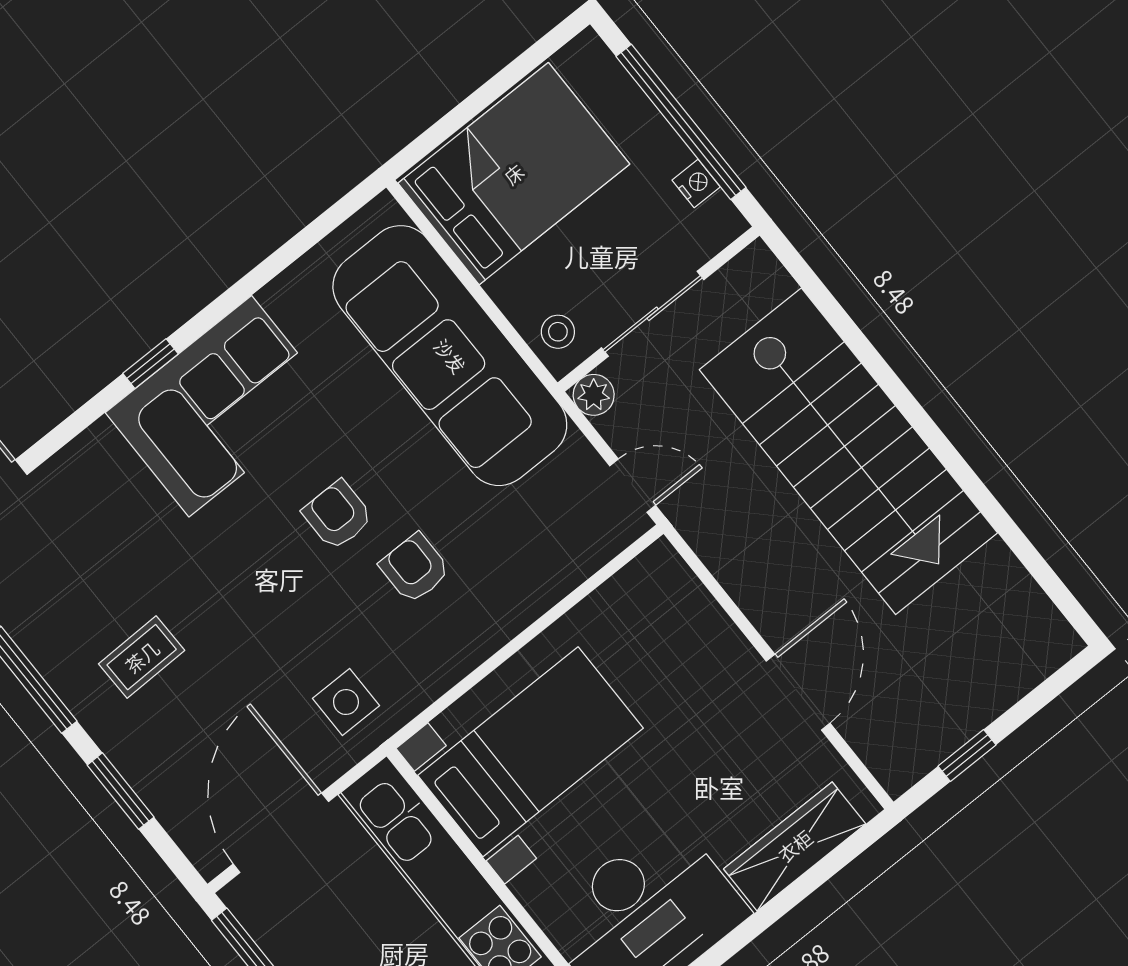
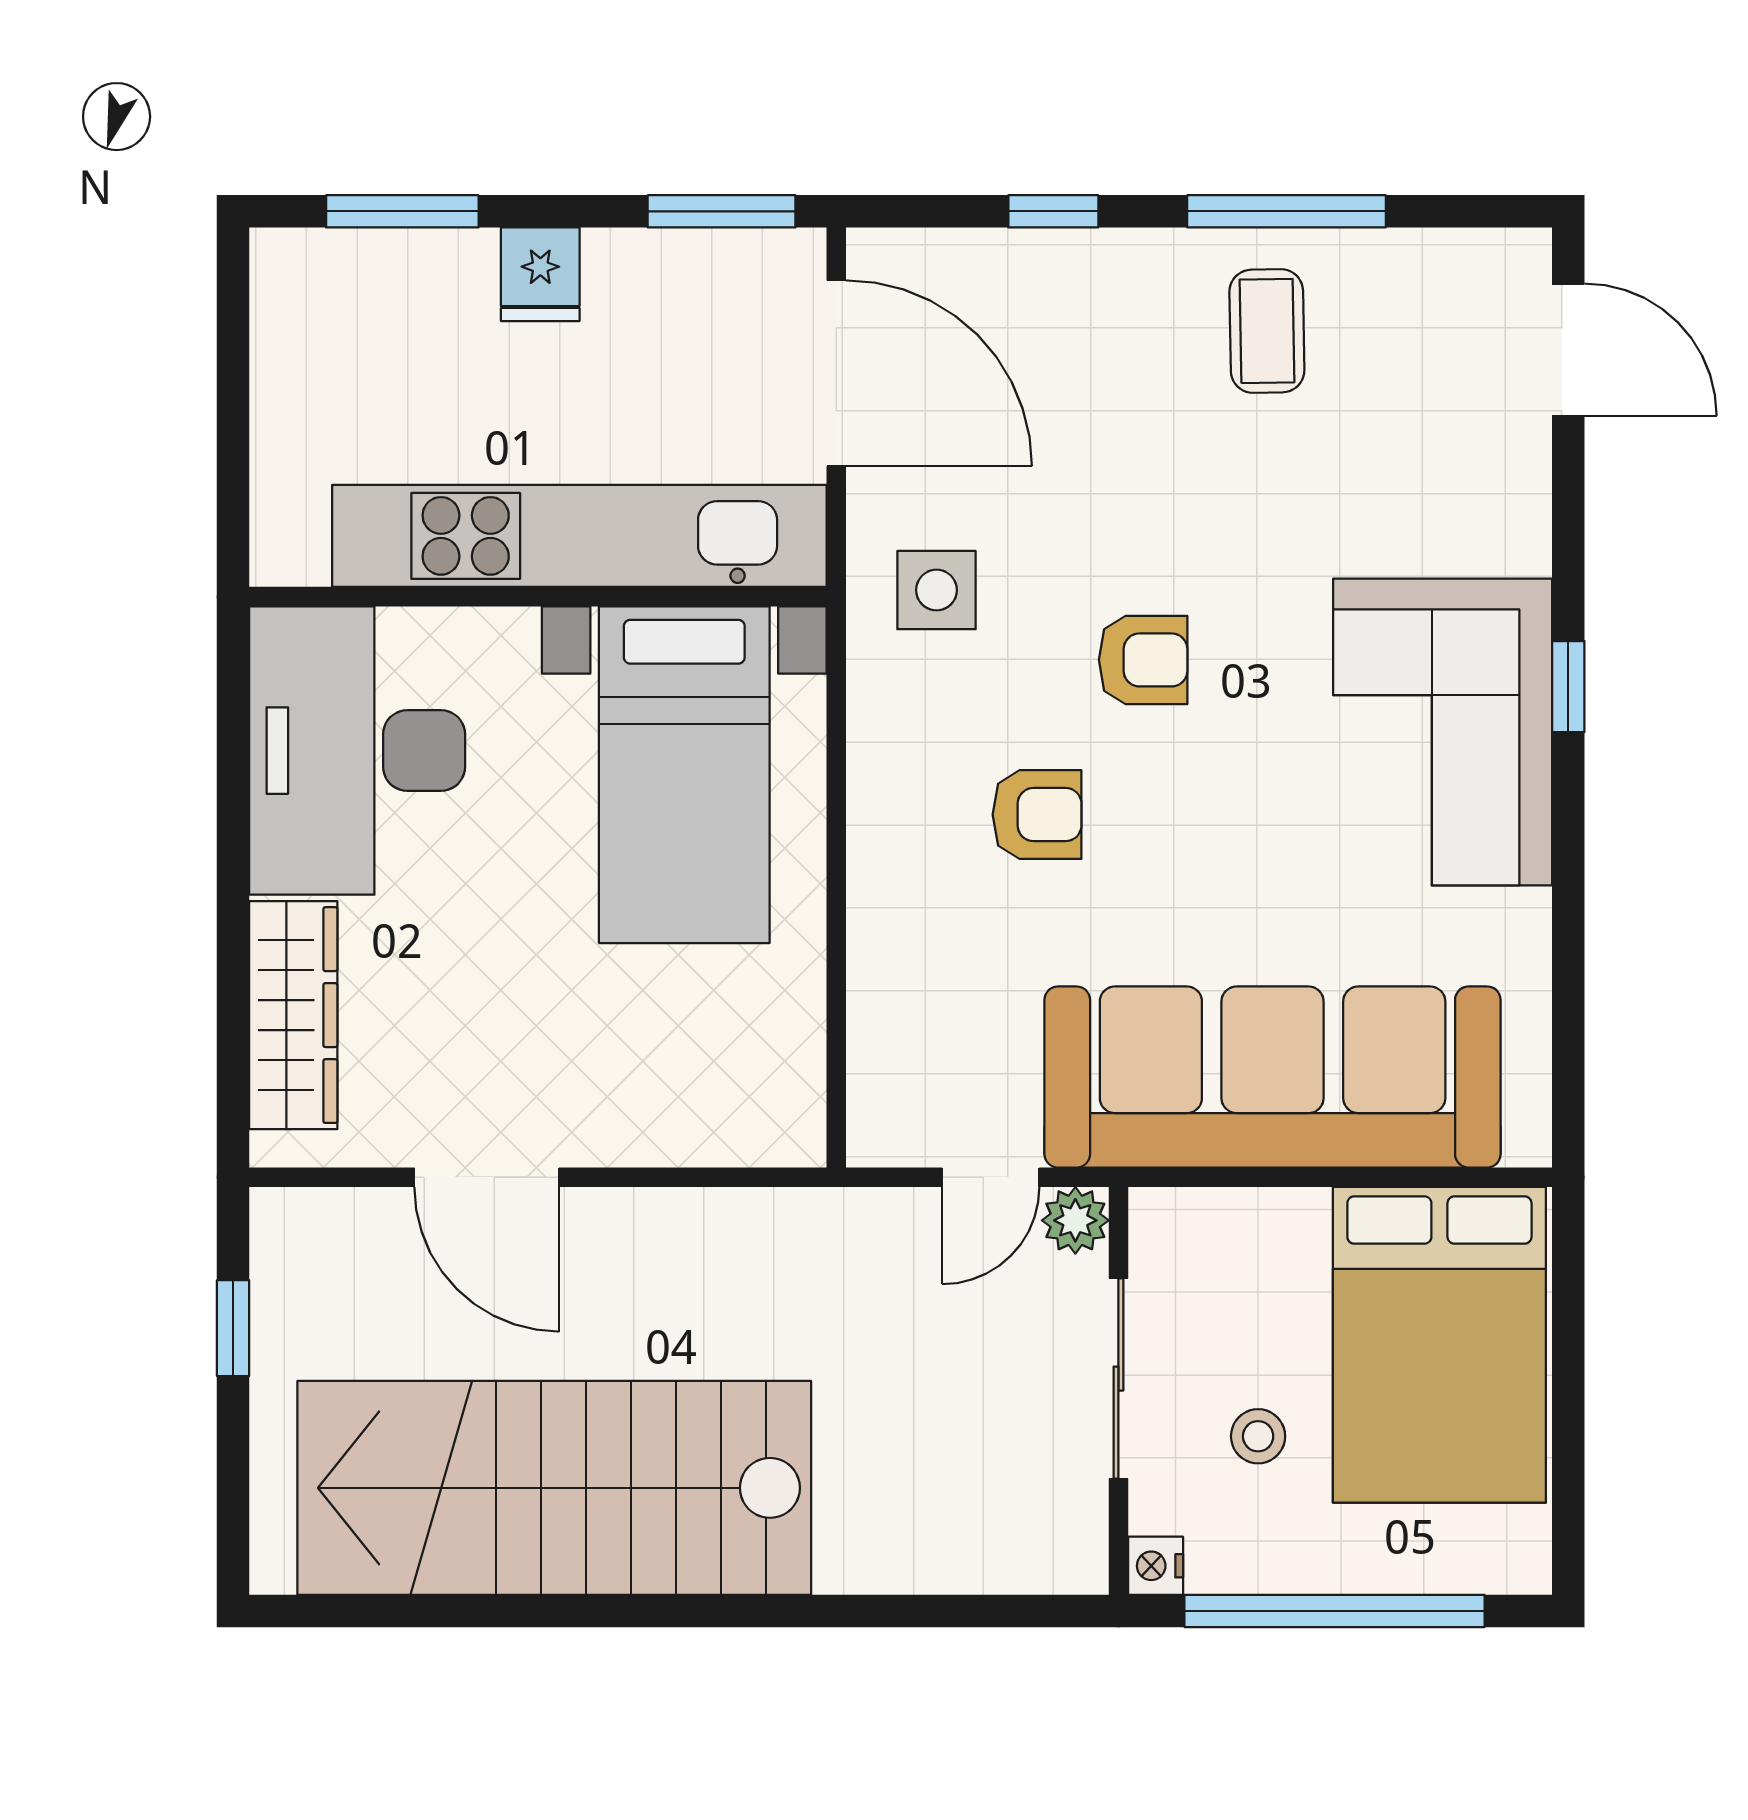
nightstand: (696, 183) -> (1156, 1566), moved, turned 90
stool: (558, 332) -> (1258, 1436), moved
stairs: (848, 451) -> (554, 1488), moved
door: (633, 486) -> (991, 1177), moved
armchair: (338, 515) -> (1143, 660), moved
coffee table: (142, 657) -> (1267, 331), moved
window: (121, 791) -> (1053, 211), width x0.67

